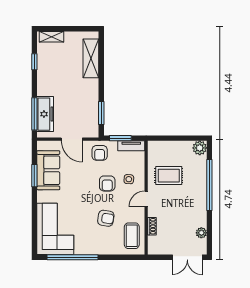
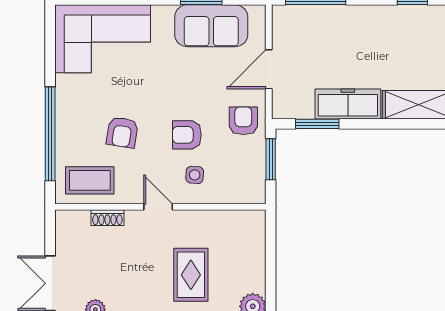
freezer: (45, 114) -> (348, 104), moved, turned 180
tv unit: (131, 146) -> (257, 179), removed
armchair: (100, 153) -> (243, 121), turned 90
rug: (169, 176) -> (191, 275), moved
window: (72, 257) -> (50, 134), moved

